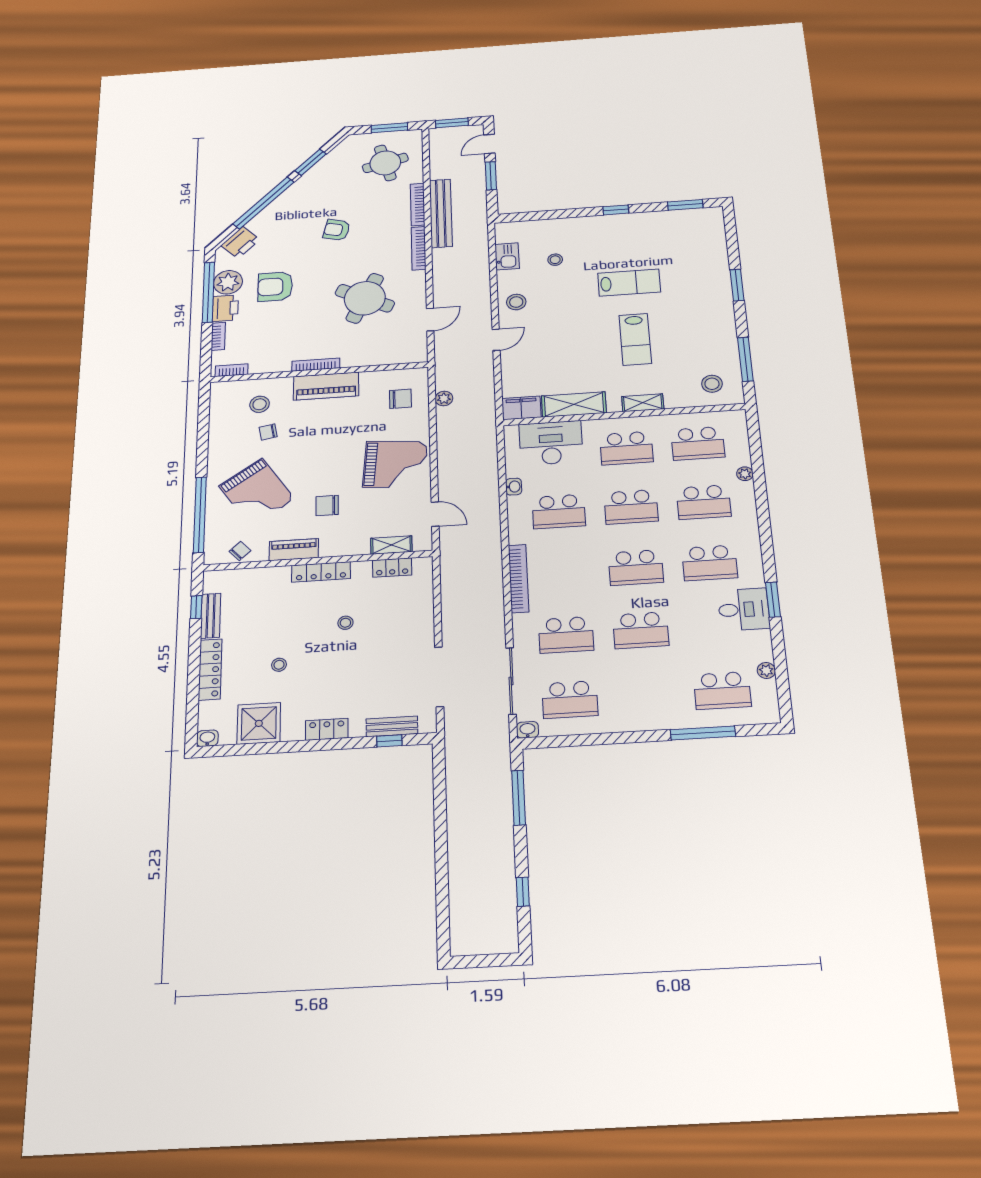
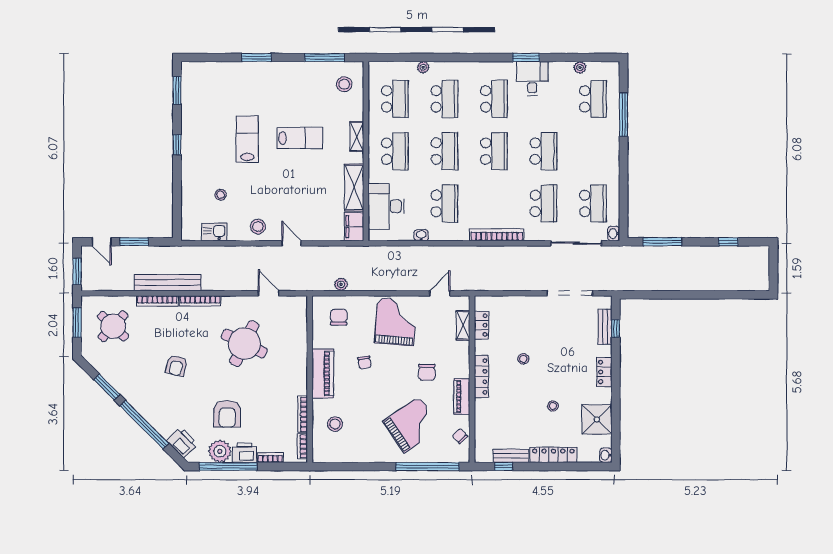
round table: (385, 163) -> (113, 326), turned -32
bookcase: (316, 365) -> (303, 414), moved
chair: (268, 432) -> (364, 362), moved

